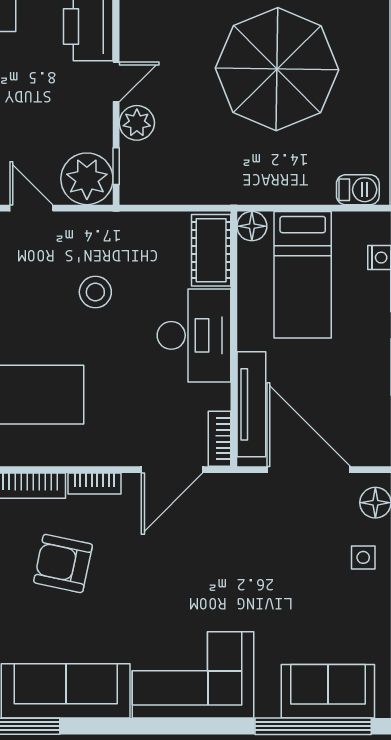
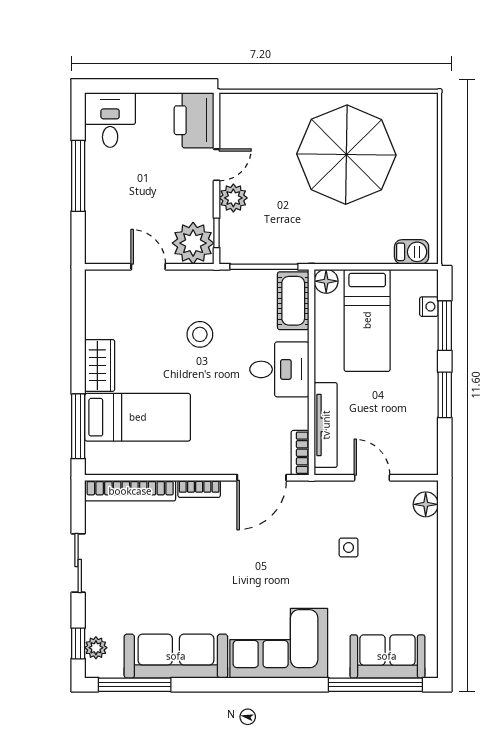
window: (175, 208) -> (264, 267), added
desk: (194, 335) -> (279, 369), width x0.73
door: (309, 470) -> (372, 478), width x0.53
side table: (363, 557) -> (349, 547), moved
armchair: (63, 563) -> (174, 553), removed

